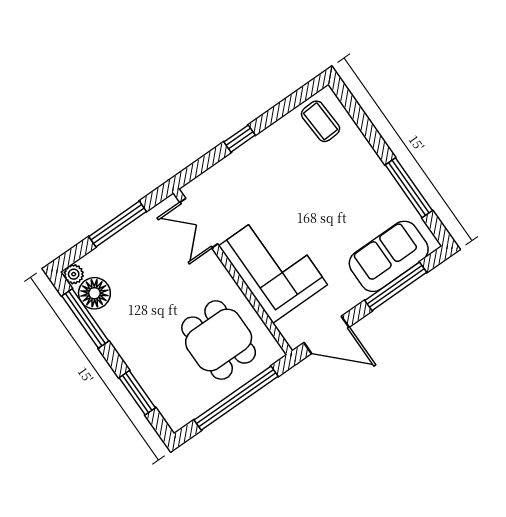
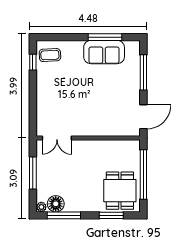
window: (240, 139) -> (33, 62), moved
sofa: (389, 256) -> (104, 52), moved, turned -90
corner sofa: (273, 265) -> (97, 119), removed
dining table: (219, 340) -> (120, 191), moved, turned 90

